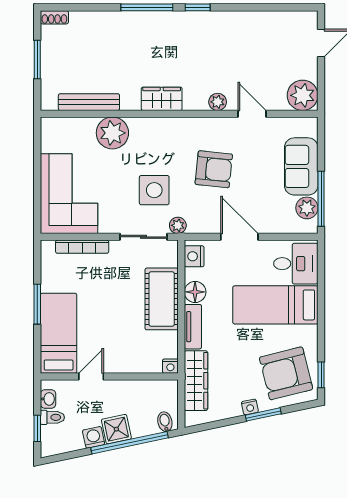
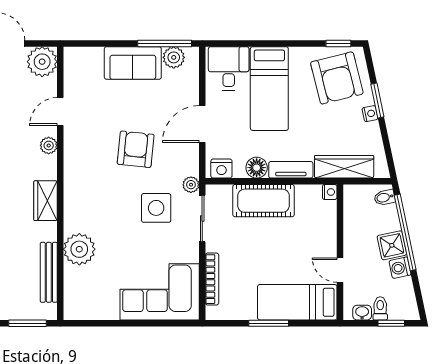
plant: (303, 95) -> (42, 62), moved
wardrobe: (162, 99) -> (46, 201), moved
bench: (89, 102) -> (49, 272), moved
plant: (218, 102) -> (49, 145), moved
wall: (179, 114) -> (60, 183), moved
door: (252, 114) -> (60, 112), moved
plant: (112, 133) -> (79, 249), moved

